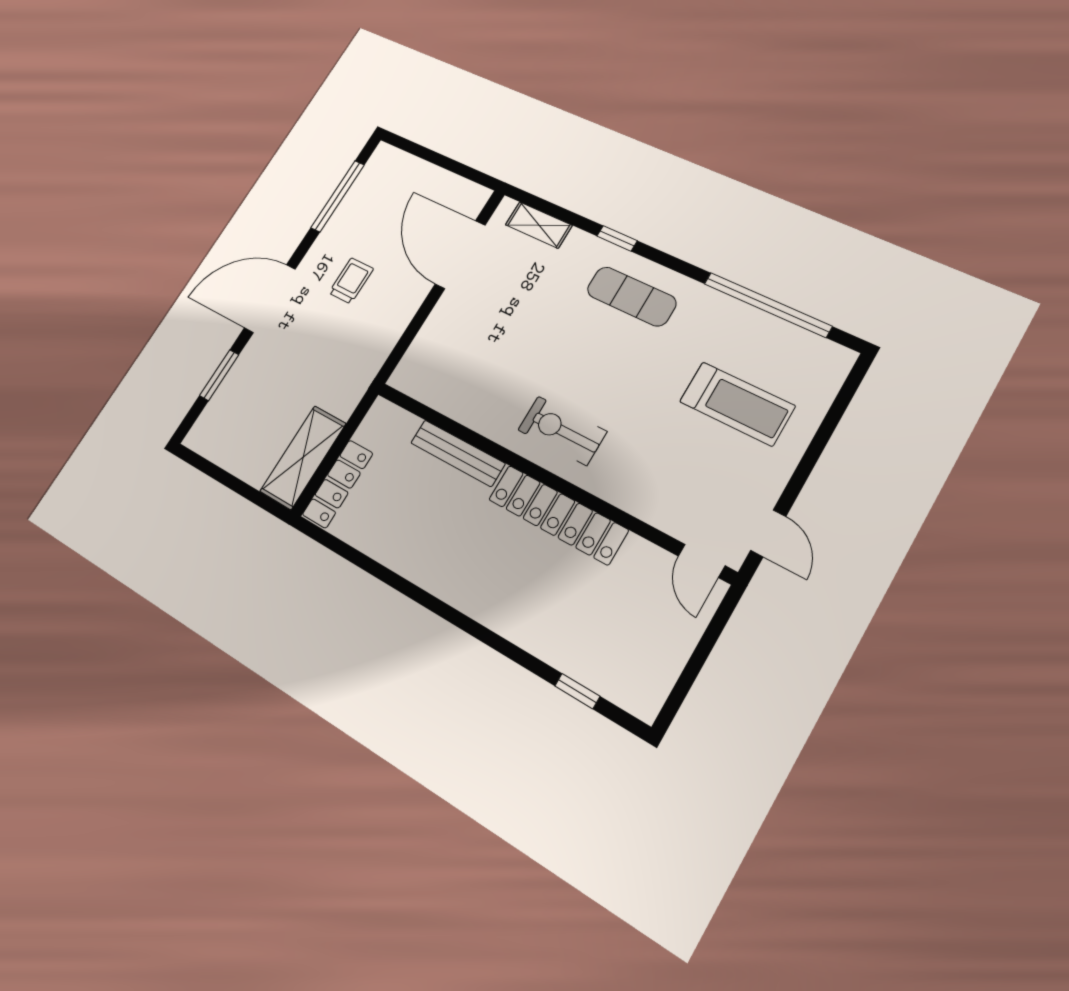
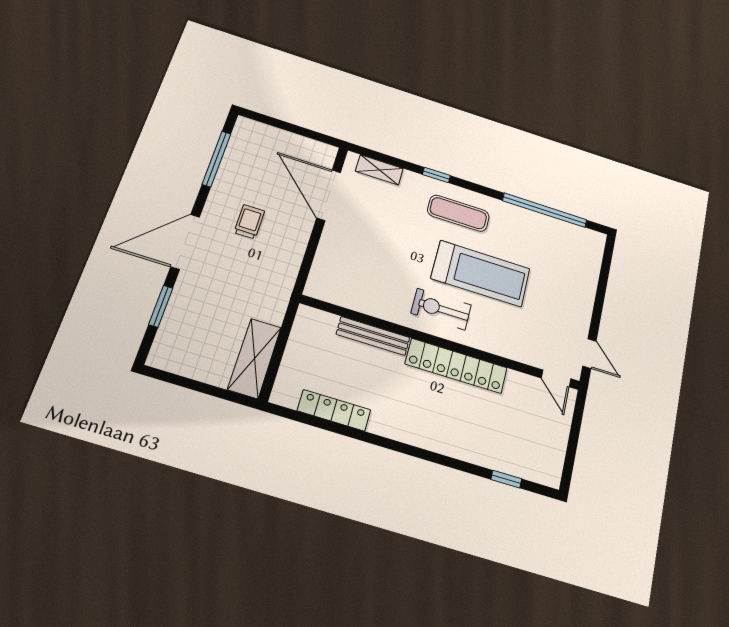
treadmill: (737, 404) -> (481, 274), moved, width x1.37, depth x1.38
locker: (338, 484) -> (334, 410), moved, turned -90

